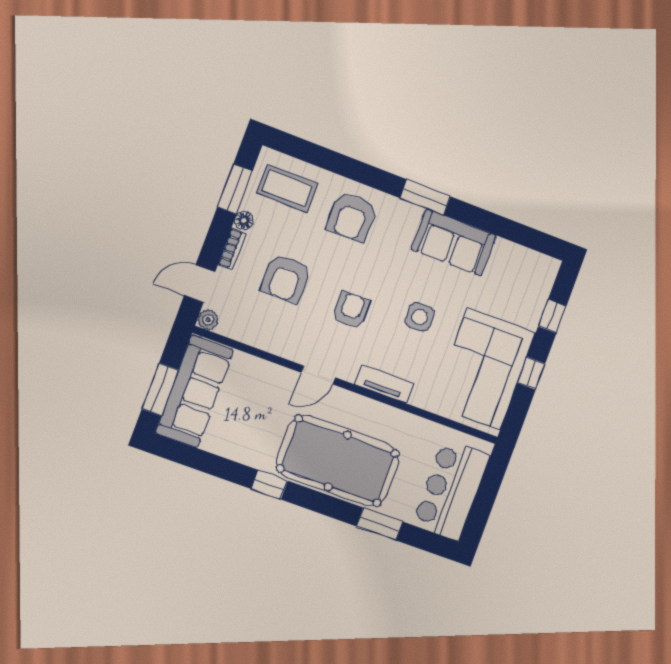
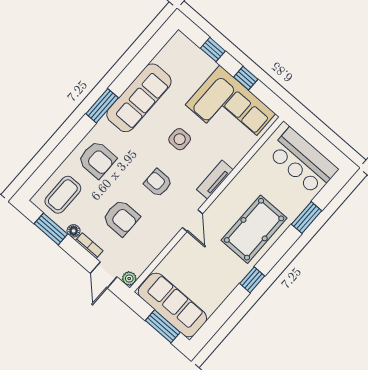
sofa: (454, 242) -> (139, 98), width x1.36
pool table: (338, 461) -> (254, 229), width x0.73, depth x0.76

